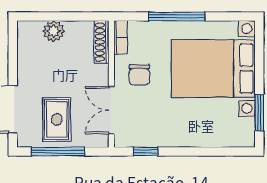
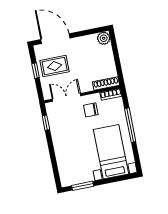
plant: (54, 31) -> (104, 38), moved
bed with nightstands: (213, 69) -> (111, 152), width x0.73
window: (58, 152) -> (36, 71), width x0.46

